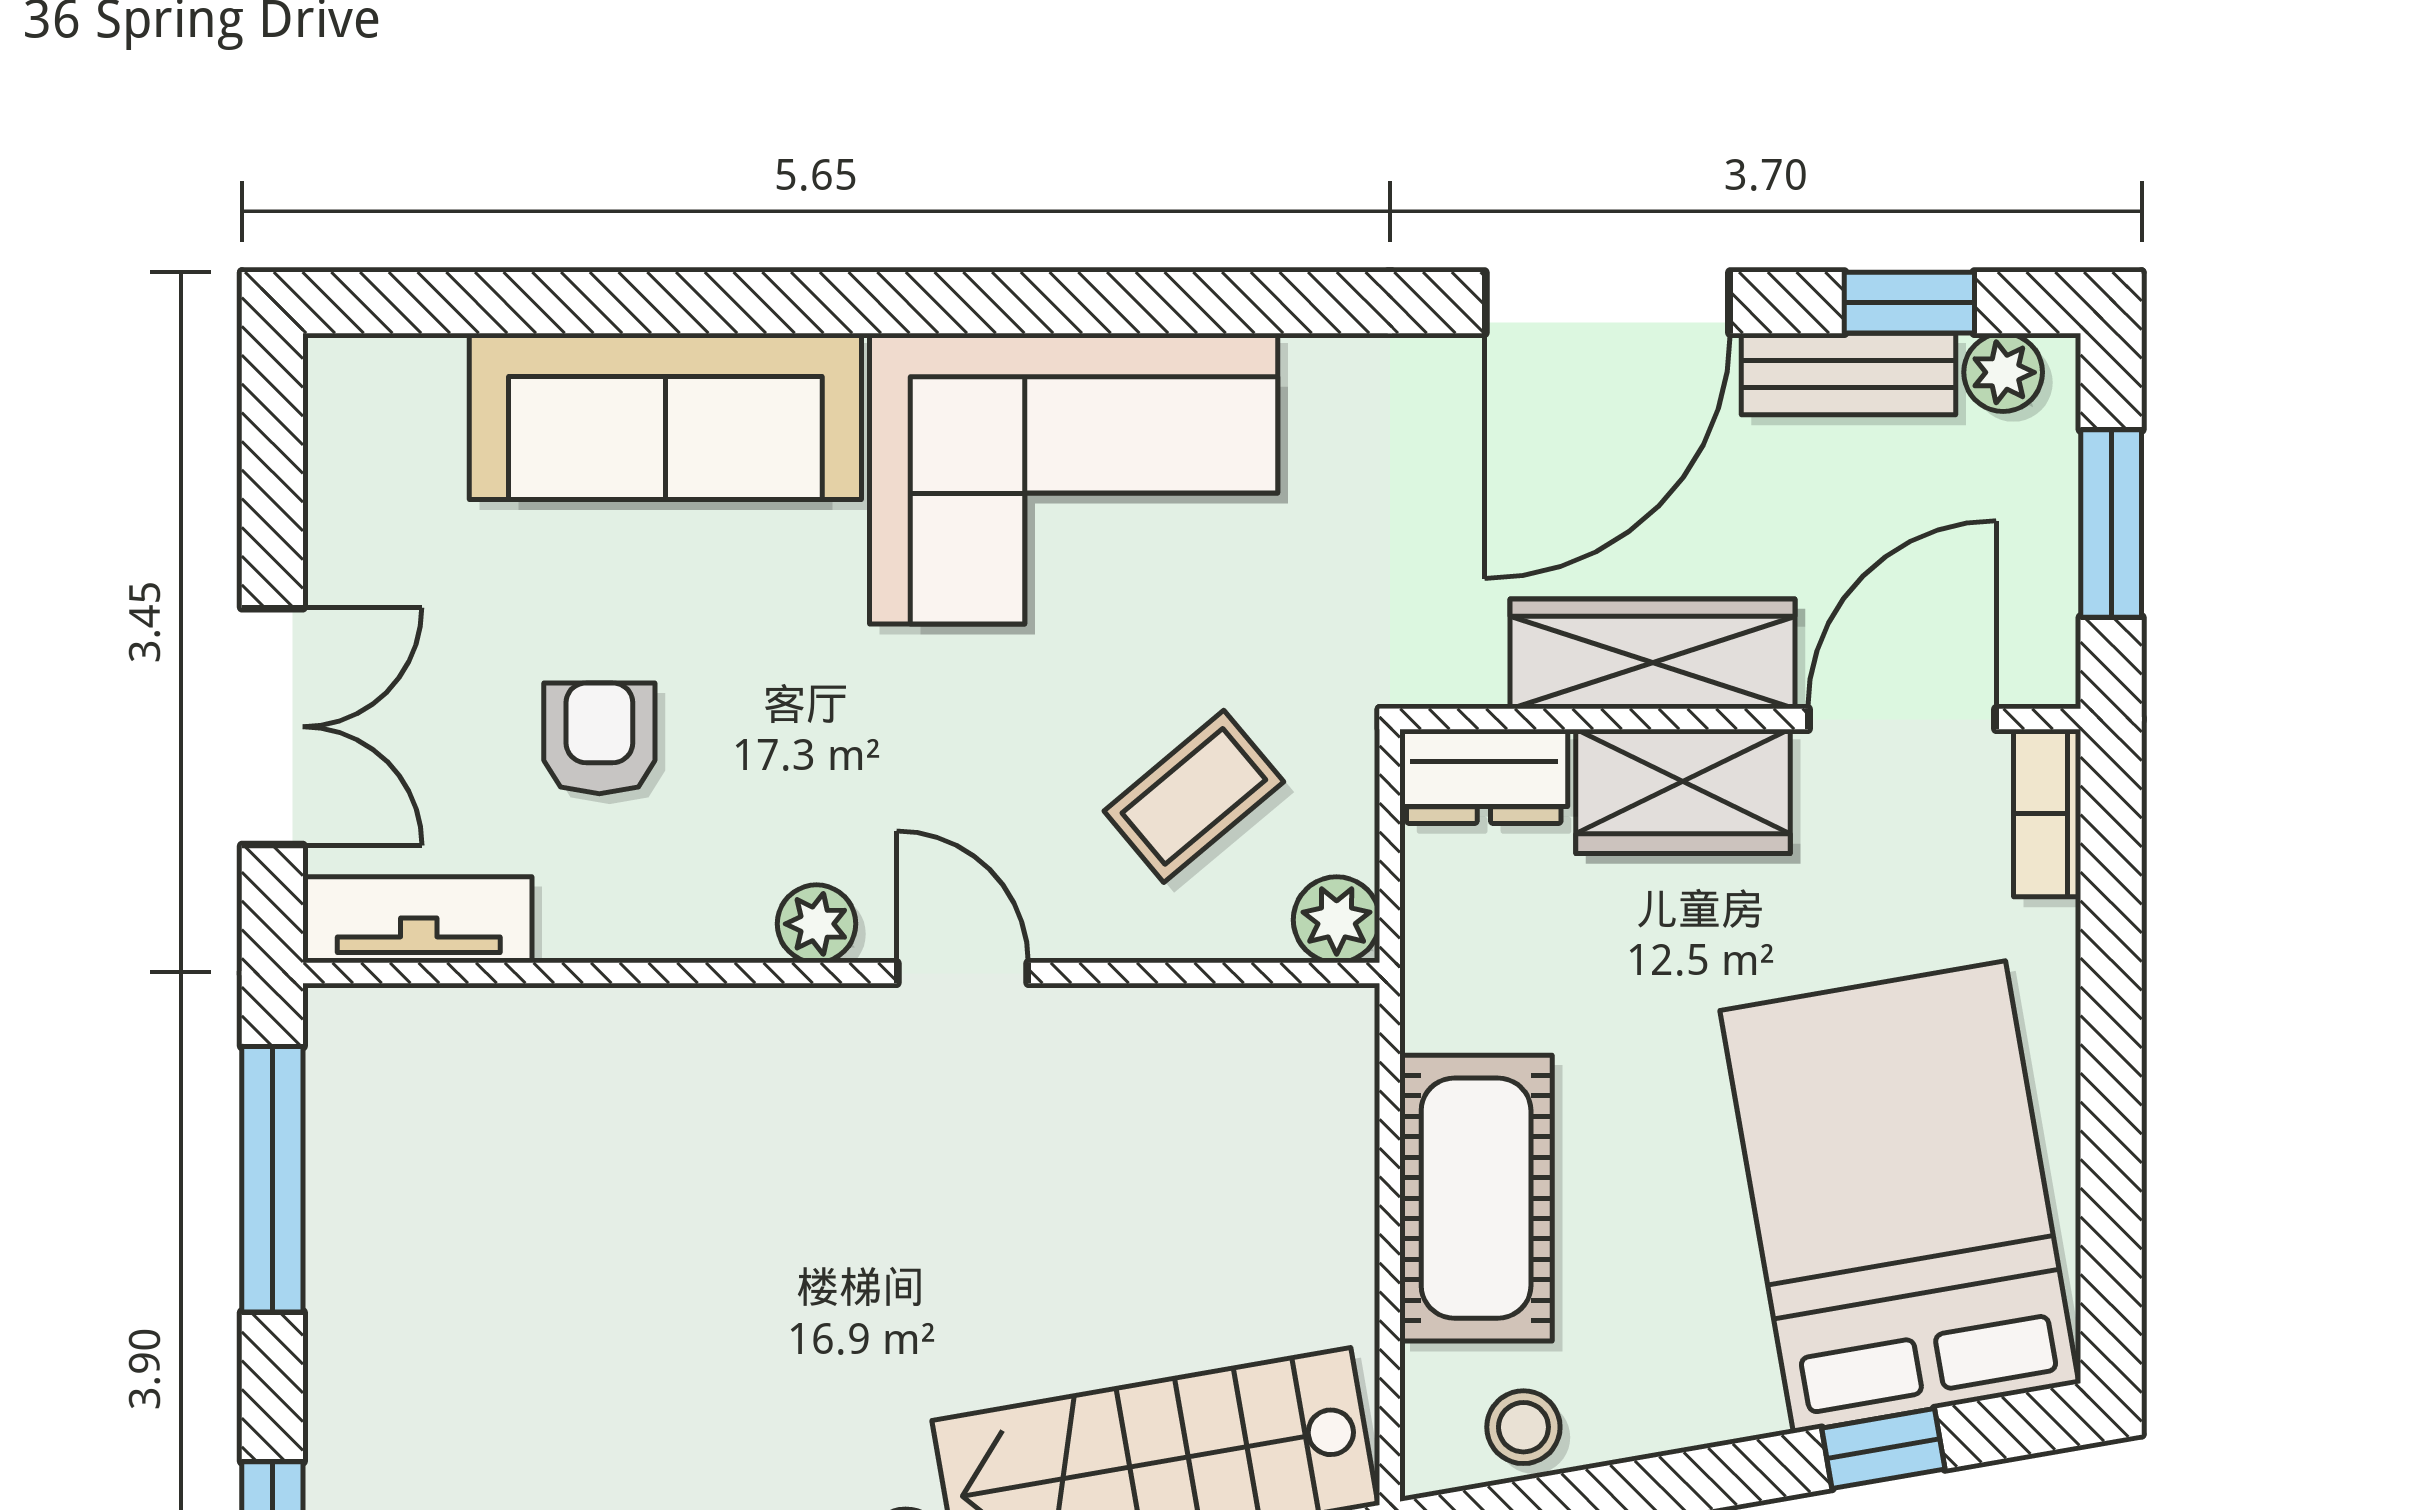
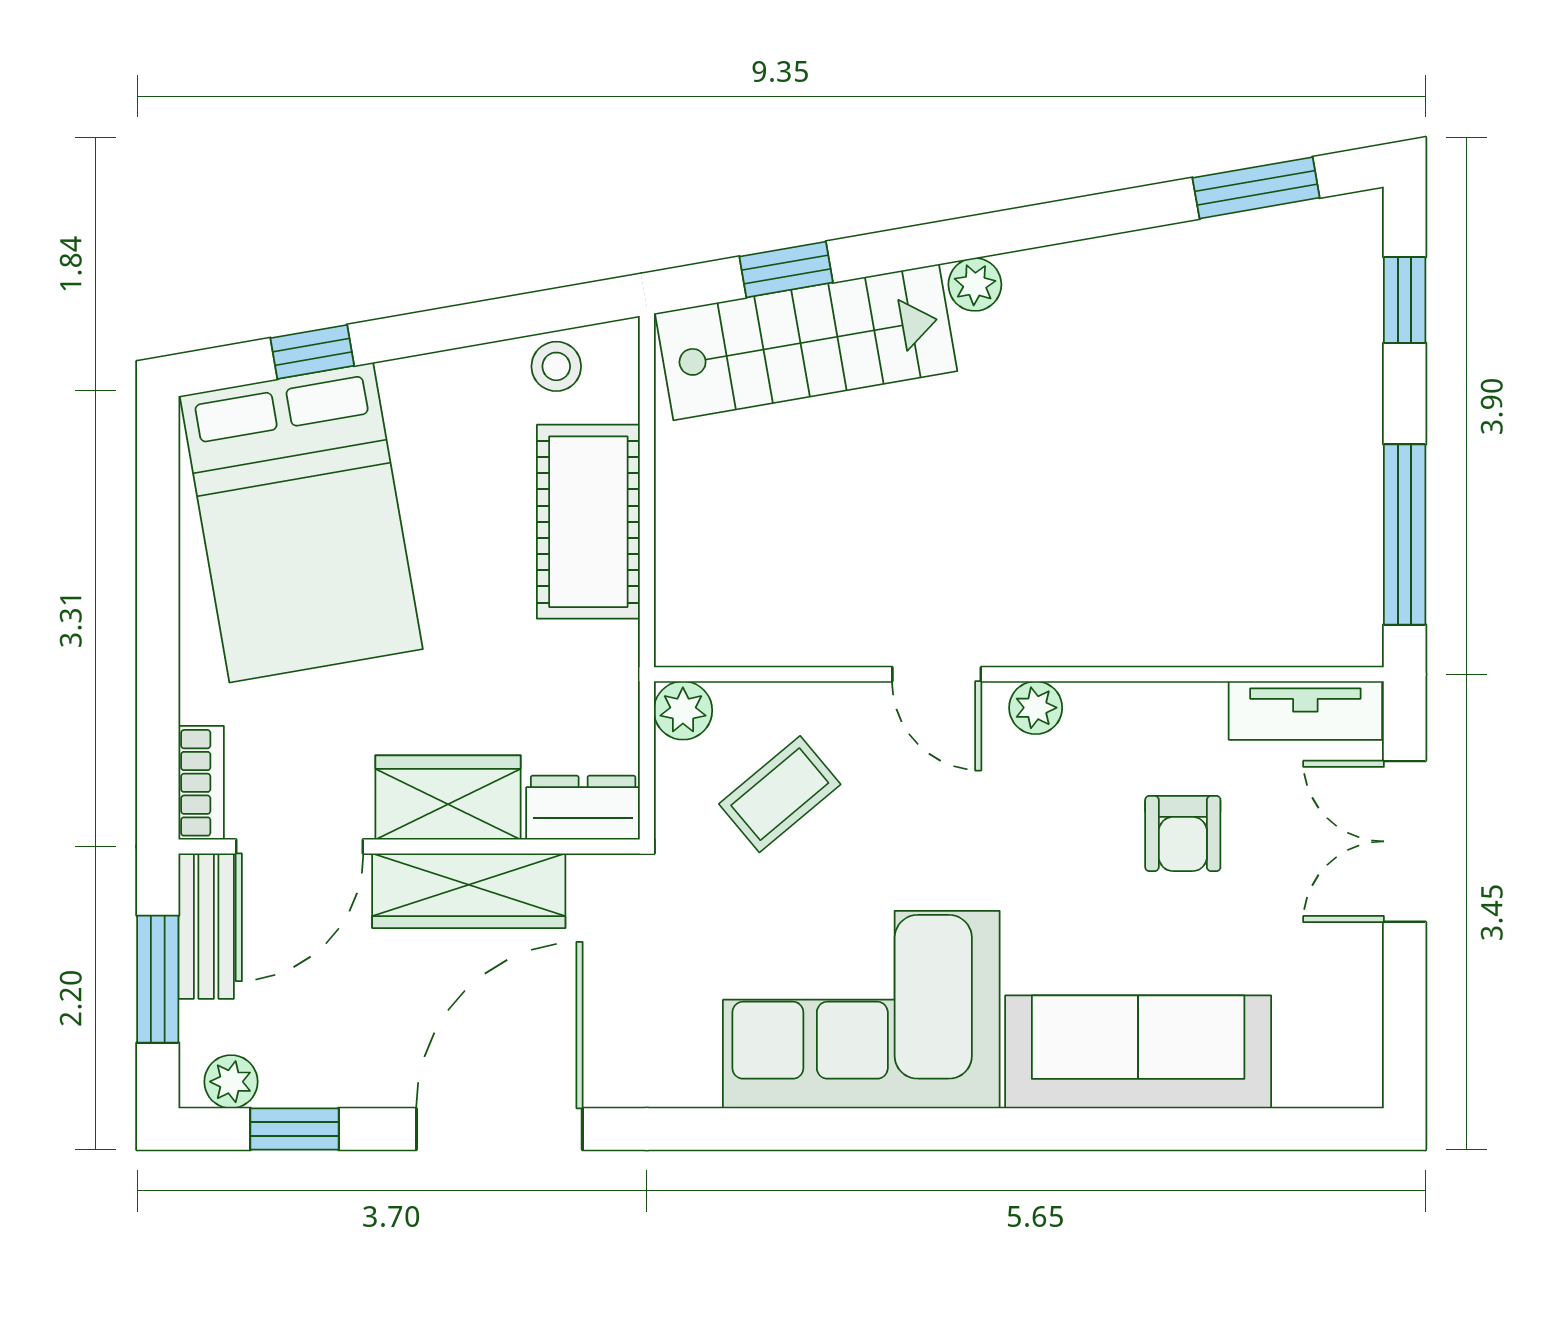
bench: (1848, 374) -> (206, 926), moved, turned 90

